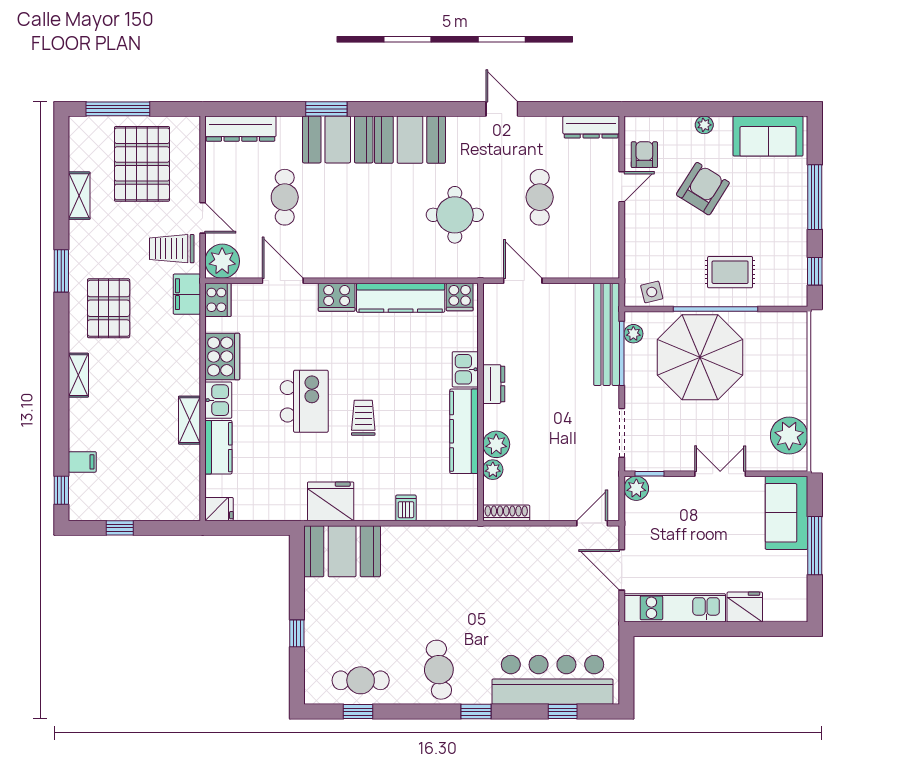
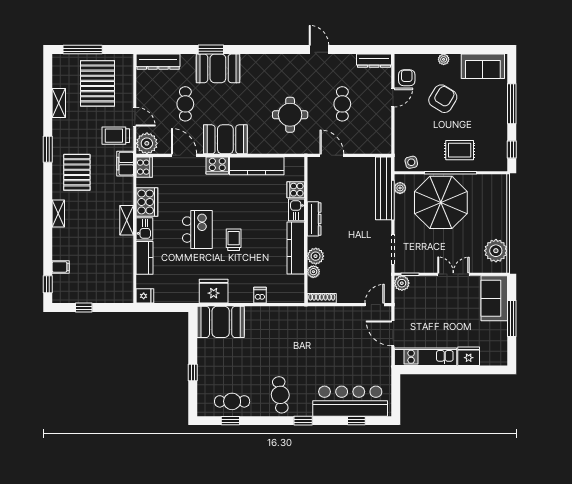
booth: (410, 140) -> (225, 139), moved
cooker: (460, 297) -> (296, 190), moved, turned 90
dresser: (494, 384) -> (314, 219), width x1.44
shelving: (189, 420) -> (127, 220), moved

